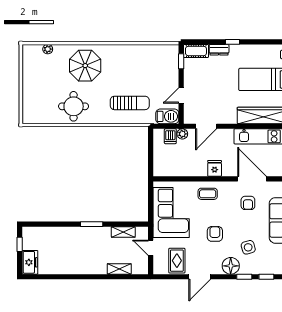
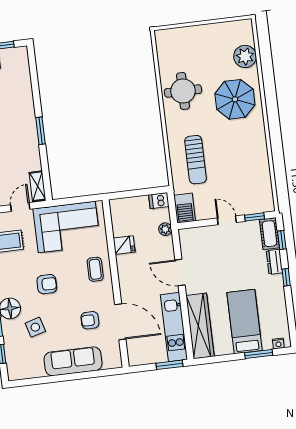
window: (202, 42) -> (282, 240), added
plant: (48, 49) -> (245, 56), width x1.87, depth x1.87
door: (181, 95) -> (227, 220), moved
door: (206, 126) -> (180, 273), moved
dishwasher: (170, 136) -> (159, 201), moved
fridge: (215, 168) -> (124, 245), moved
door: (252, 179) -> (120, 322), hinge flipped
shelving: (123, 232) -> (38, 186), moved

